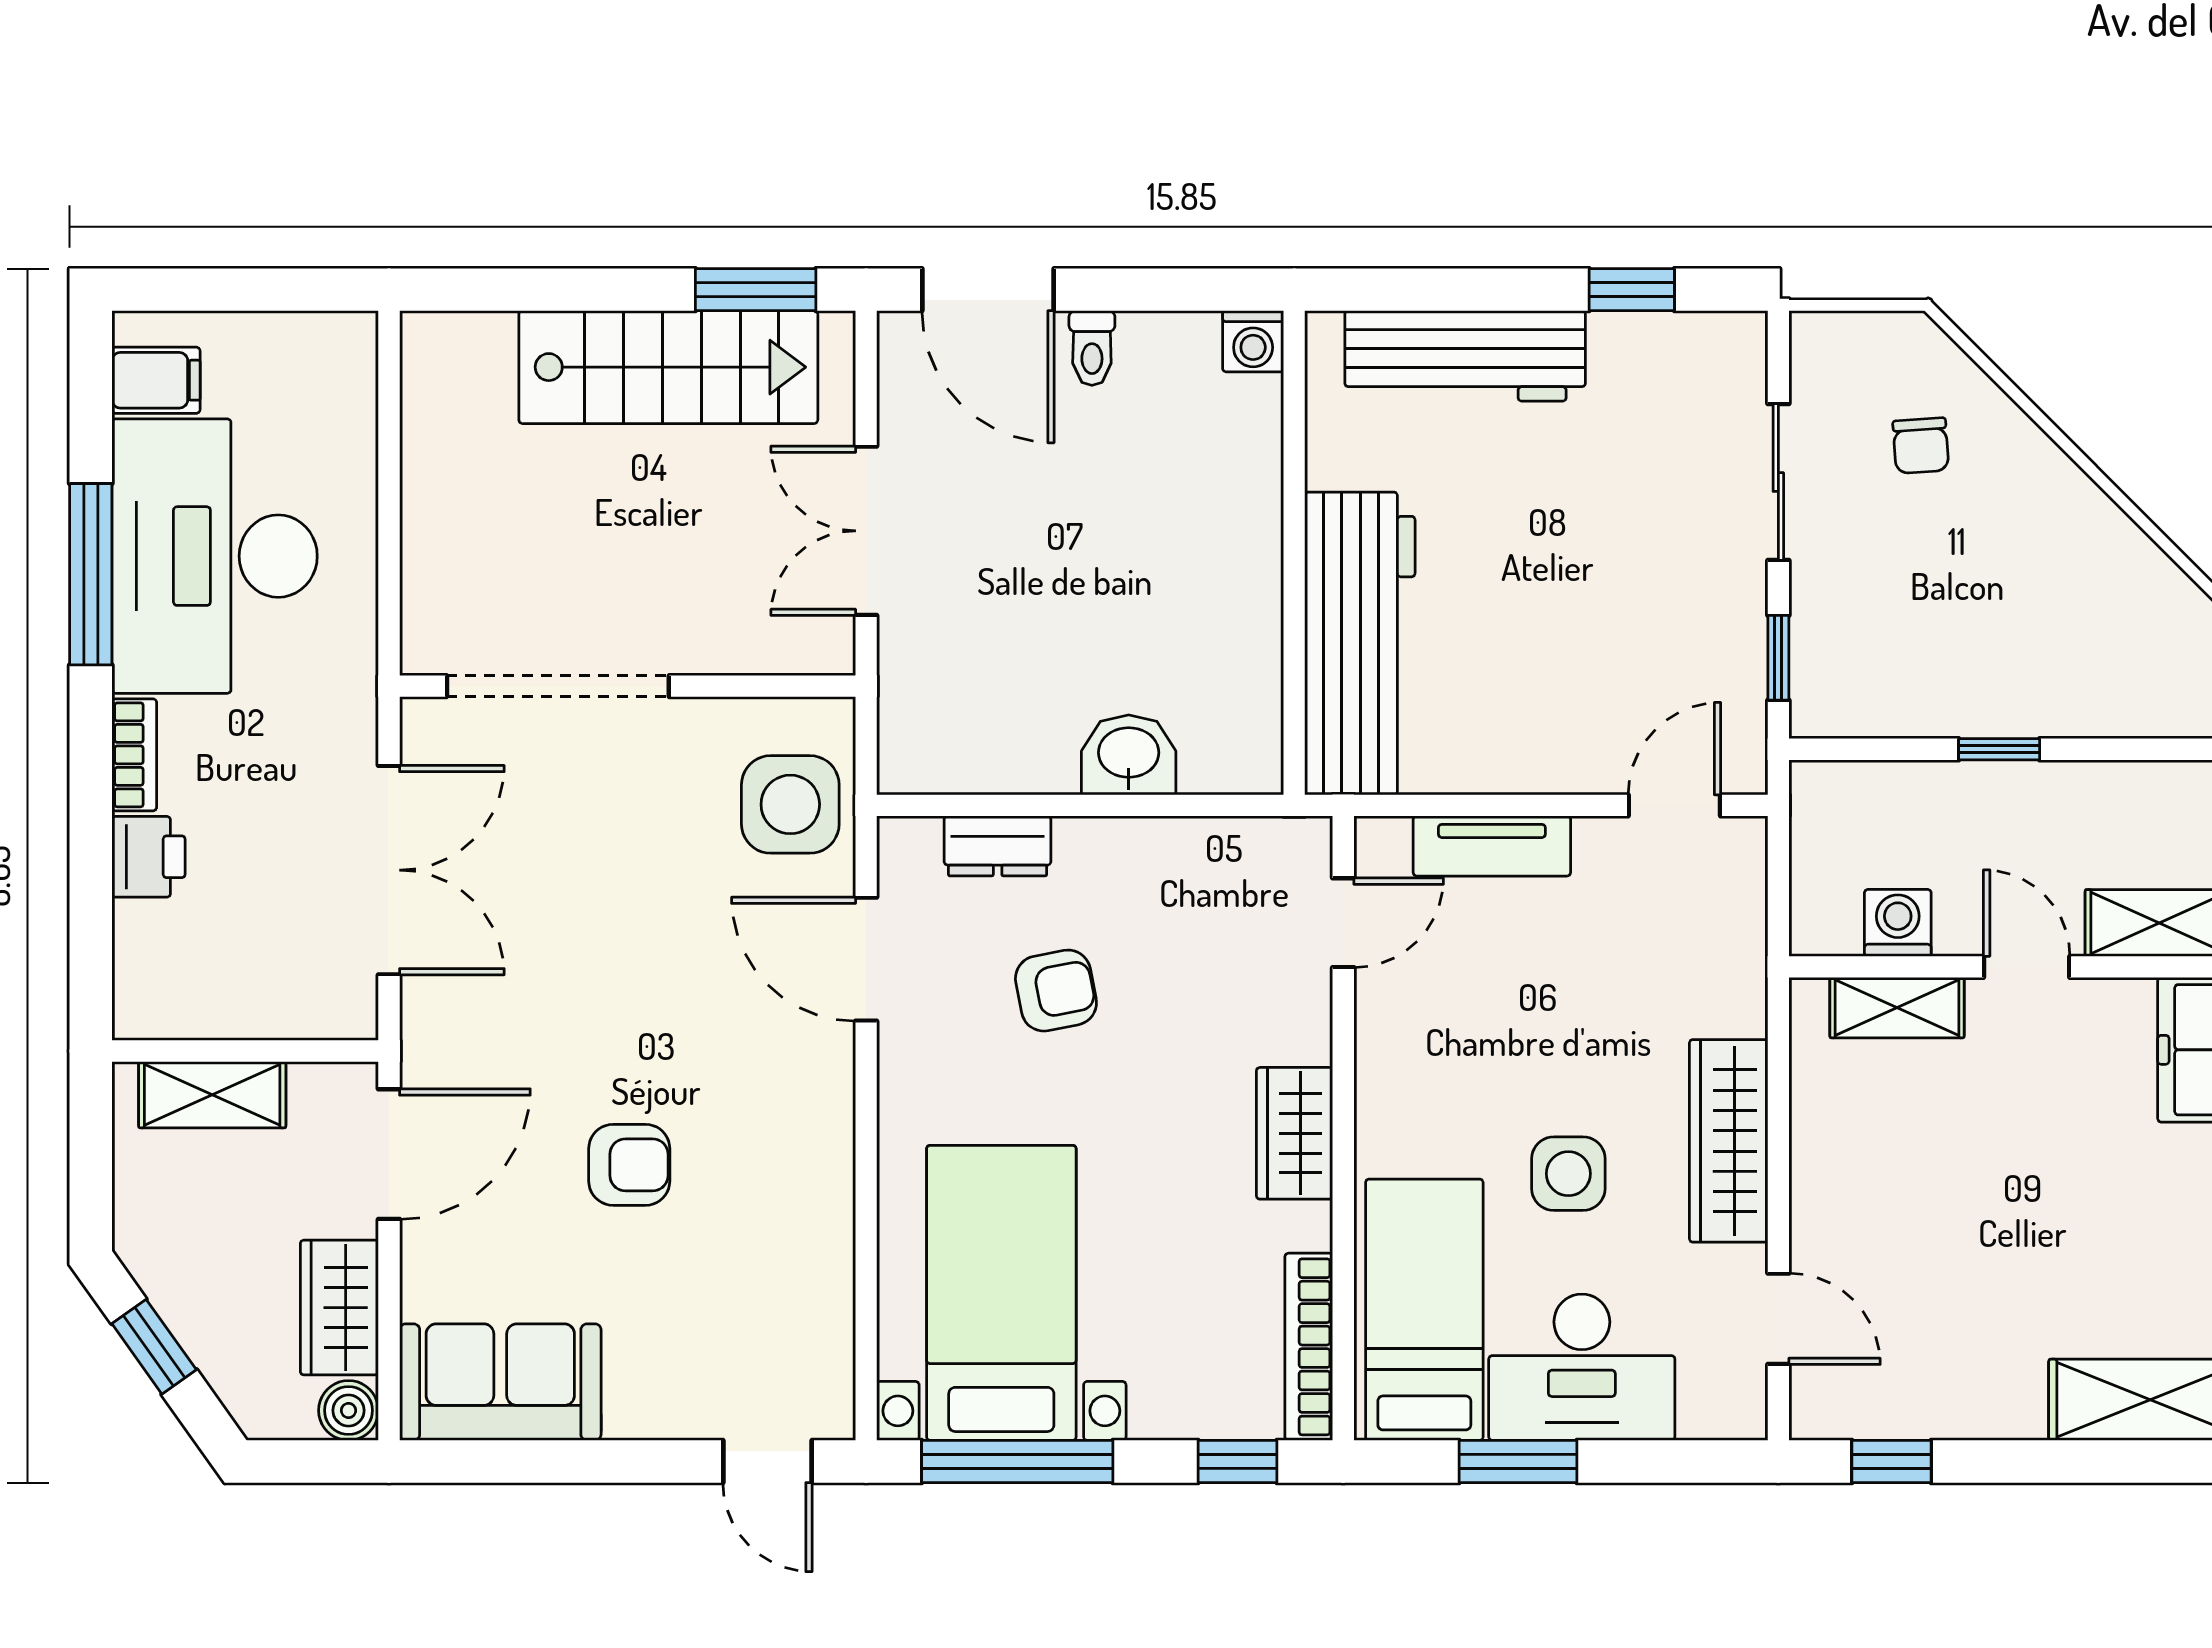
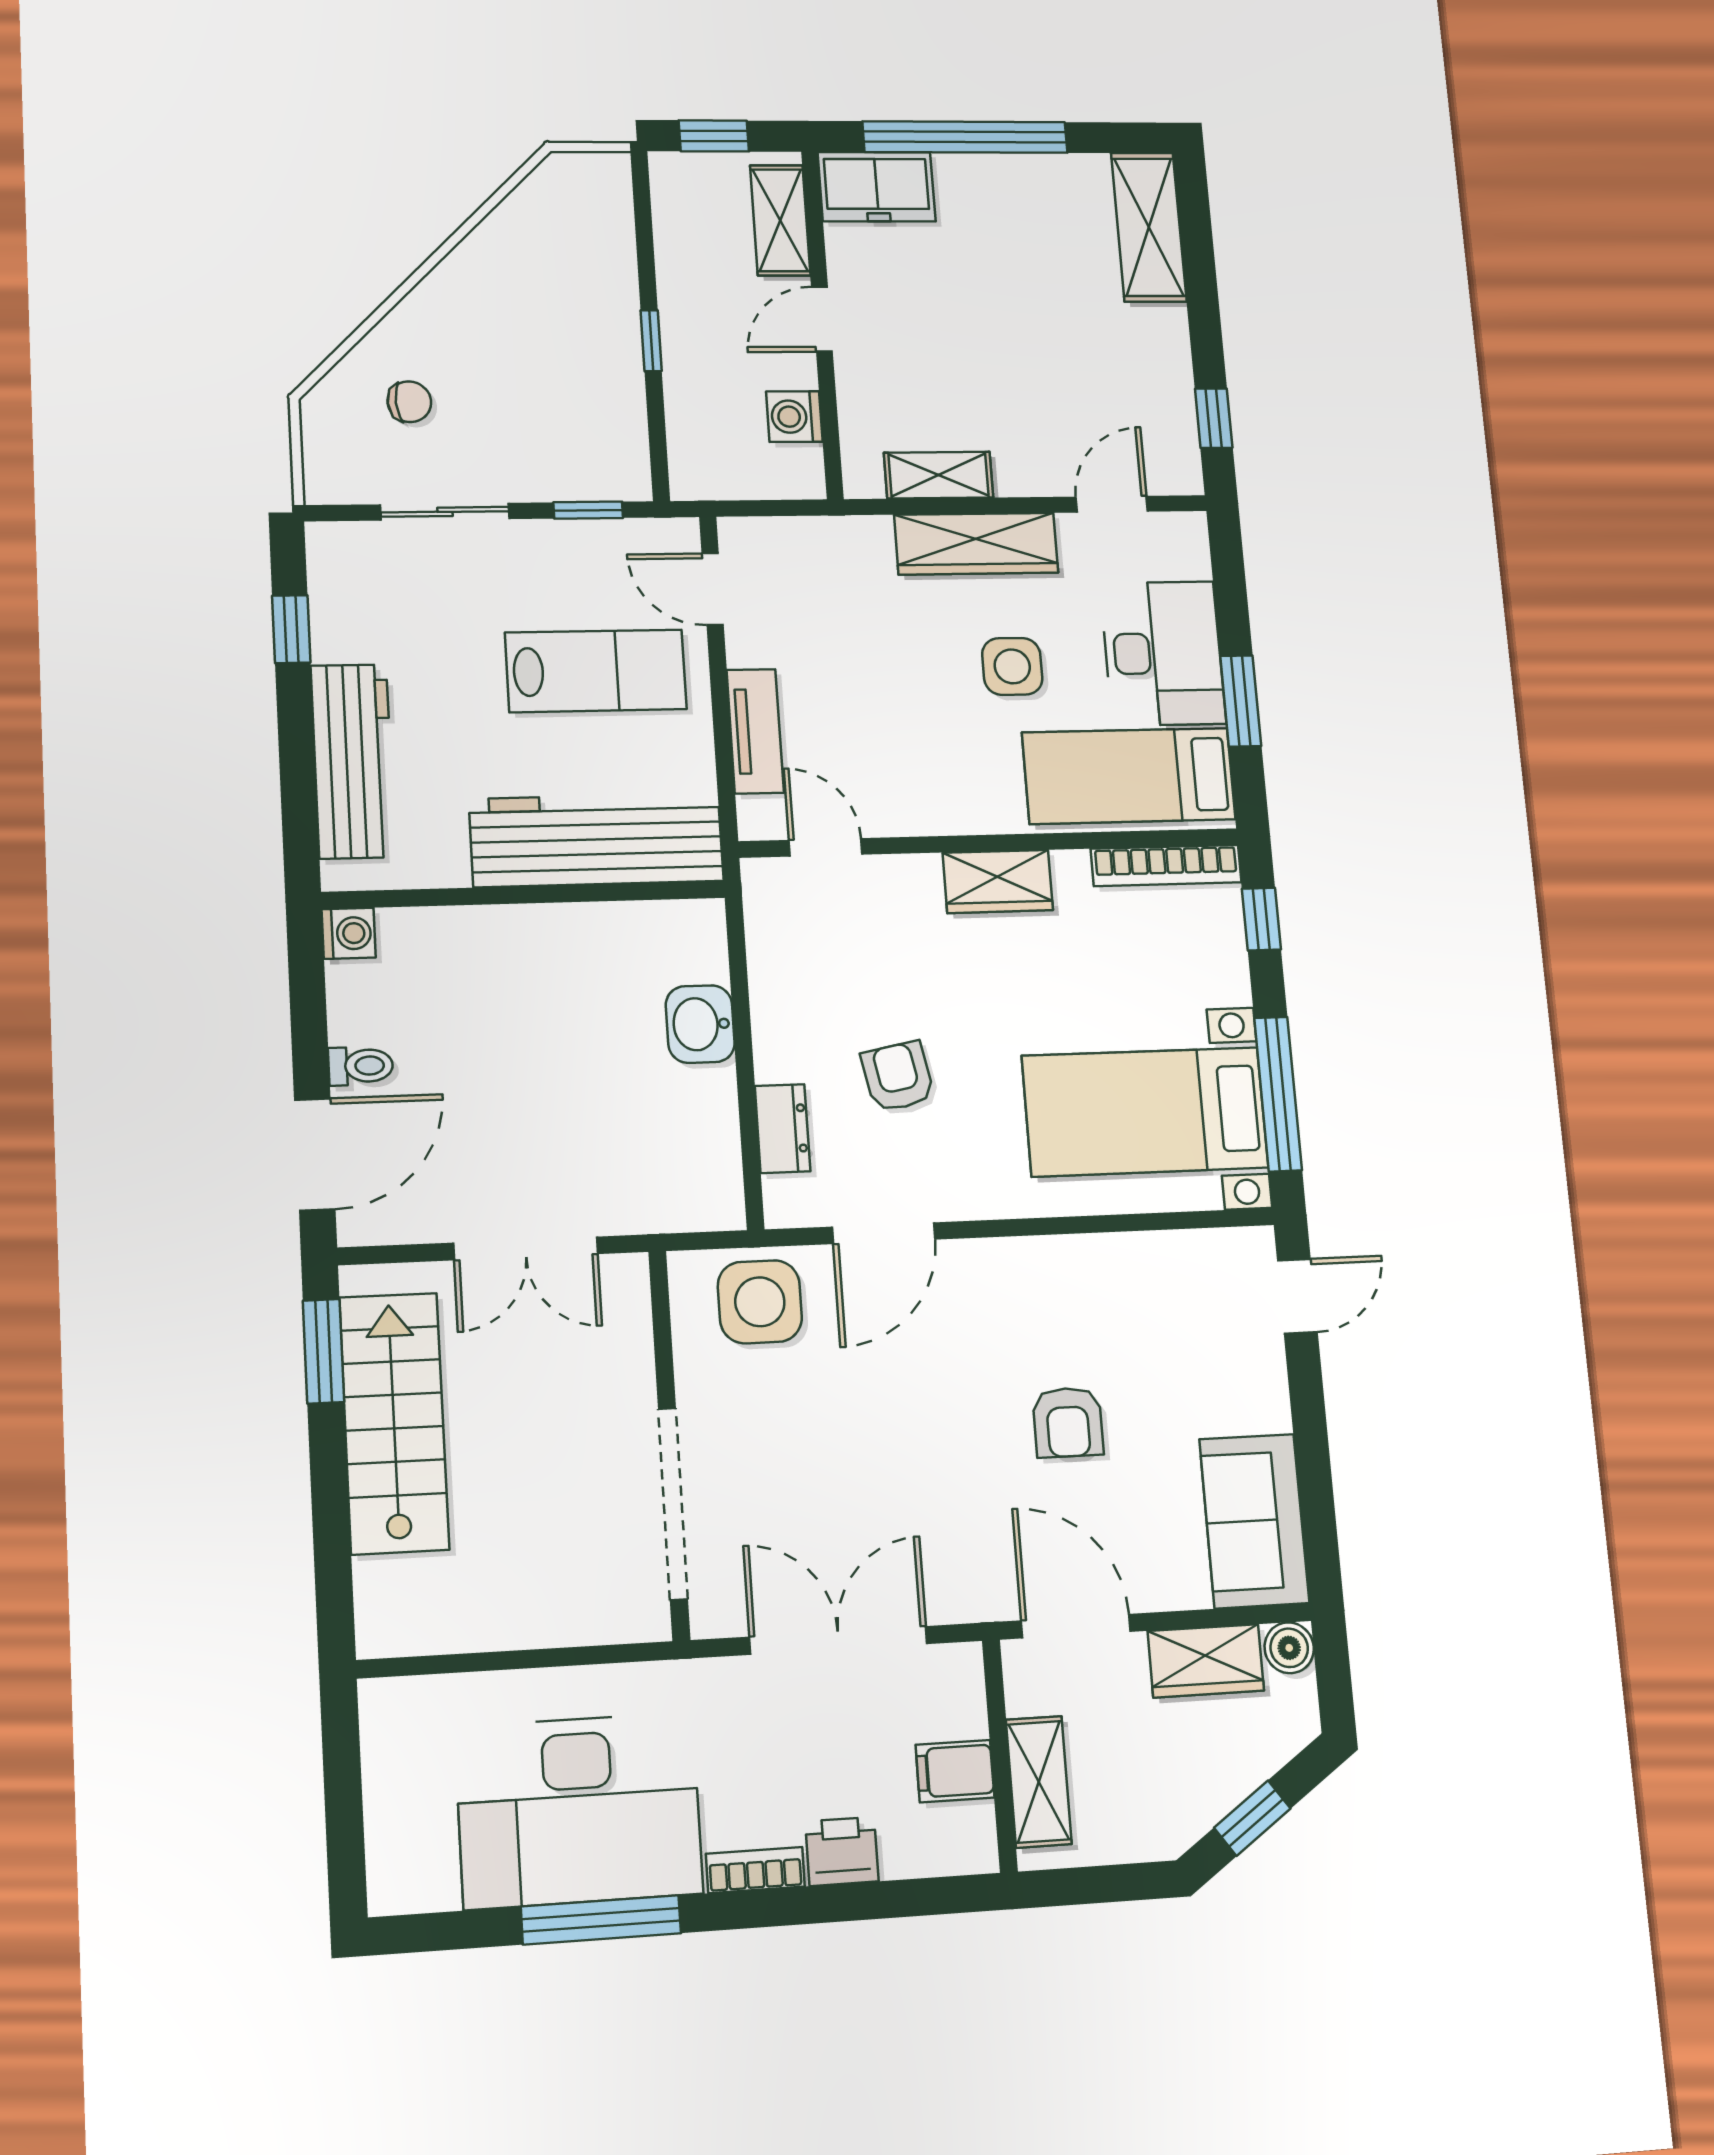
filing cabinet: (156, 380) -> (955, 1771), moved, turned -90
lab bench: (1572, 655) -> (596, 671), added
shelving: (1897, 1008) -> (939, 475), moved, turned 90
armchair: (629, 1165) -> (1068, 1422), turned 180

